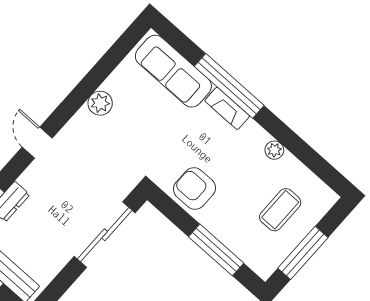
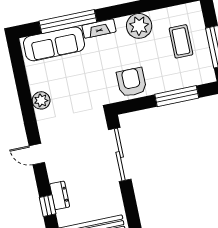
window: (229, 86) -> (68, 22), moved
plant: (274, 150) -> (139, 26), width x1.87, depth x1.87
armchair: (194, 188) -> (132, 82), turned 90

